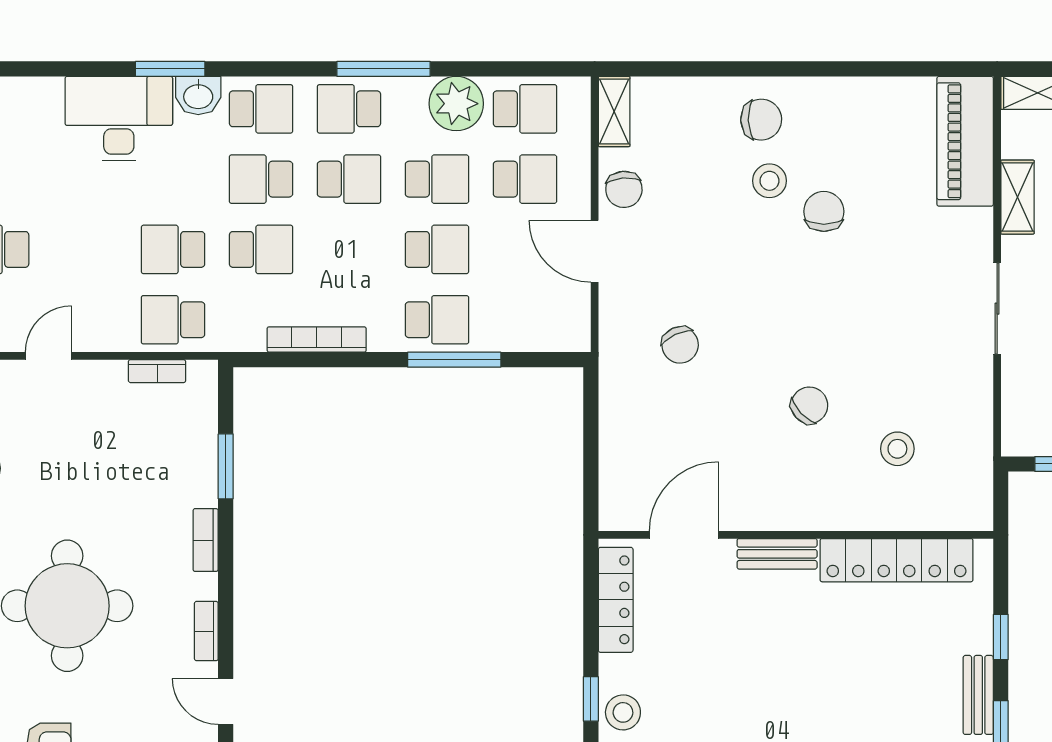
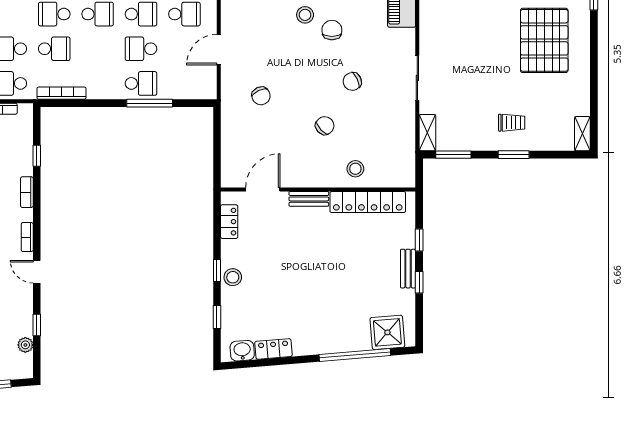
chair: (624, 189) -> (352, 81), moved, turned 70
shelving: (1017, 197) -> (427, 133), moved
school desk: (437, 249) -> (141, 49), turned 180
door: (595, 251) -> (219, 50), hinge flipped
bookcase: (317, 339) -> (61, 93), moved
stool: (897, 449) -> (355, 169), moved
window: (226, 466) -> (37, 156), width x0.67
locker: (616, 600) -> (229, 222), width x0.66

